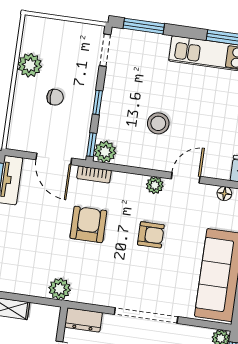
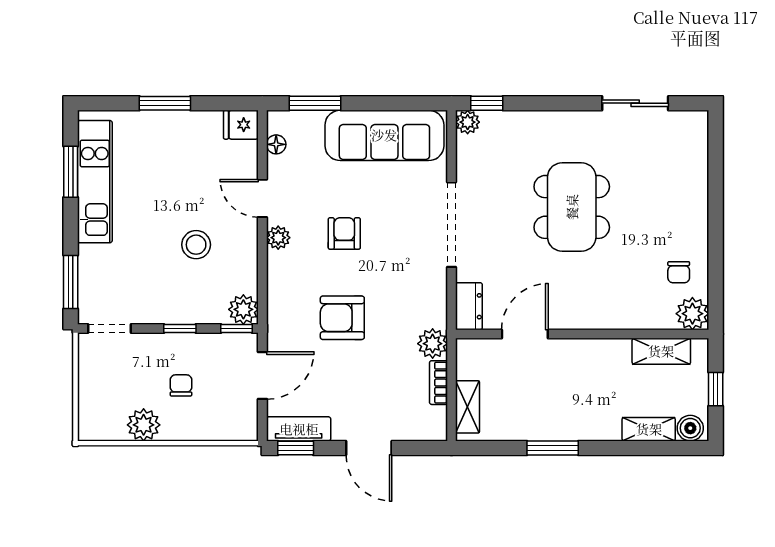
bookcase: (94, 174) -> (439, 383), moved, turned 180

